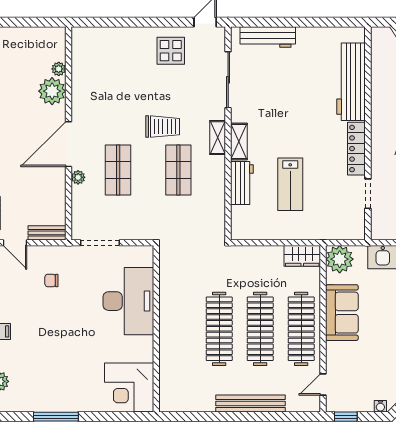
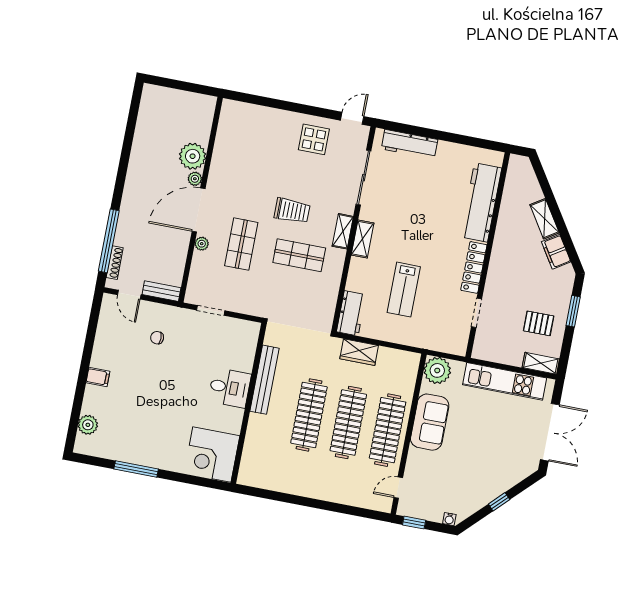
plant: (59, 69) -> (195, 179), moved
shop shelf: (178, 170) -> (299, 255), turned 90
workbench: (242, 183) -> (351, 313), moved
doorway: (100, 243) -> (211, 310), width x0.73
wardrobe: (302, 256) -> (359, 352), moved
desk: (128, 301) -> (230, 388), width x0.53, depth x0.77
bench: (251, 404) -> (264, 380), moved, turned 90

